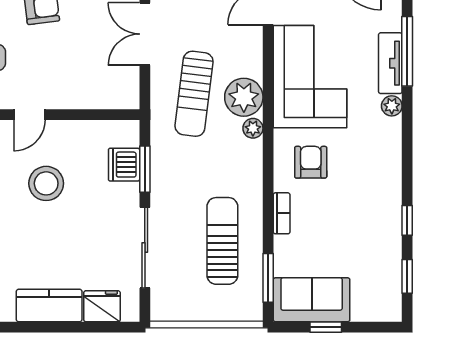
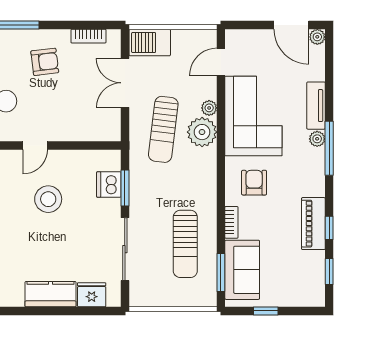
window: (407, 51) -> (329, 148), moved
plant: (253, 128) -> (209, 108), moved
piano: (387, 215) -> (313, 224), added
sun lounger: (222, 241) -> (185, 244), turned 180
sofa: (312, 300) -> (242, 270), moved, turned 90

